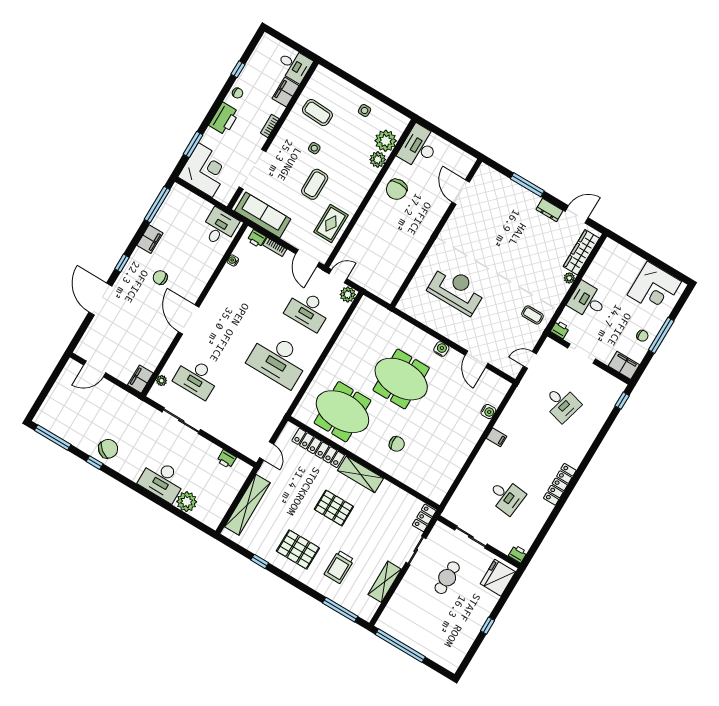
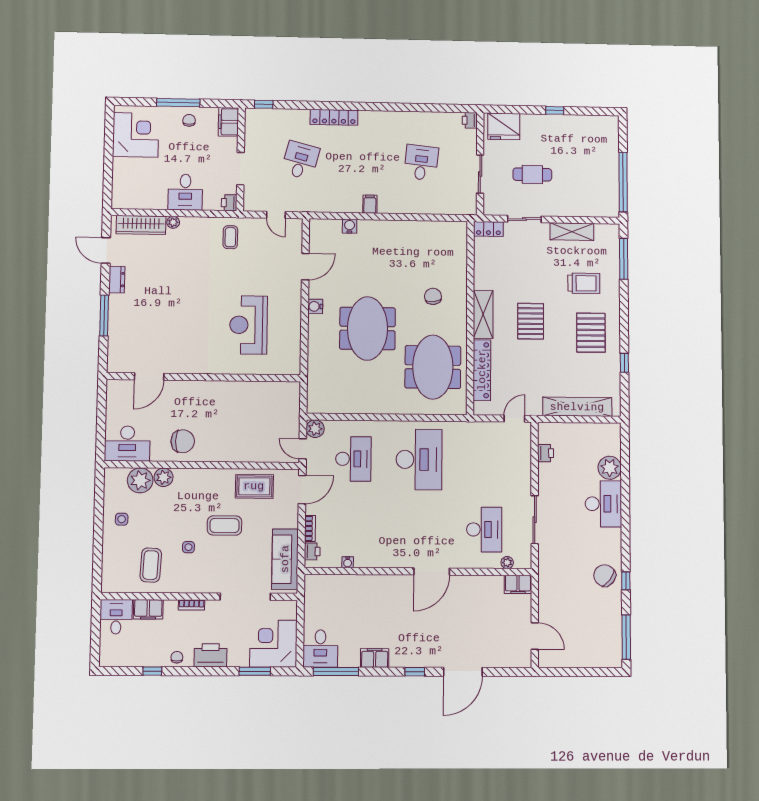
desk: (219, 227) -> (320, 649), moved, turned -90
chair: (160, 278) -> (407, 625), removed
locker: (560, 484) -> (334, 117), moved

